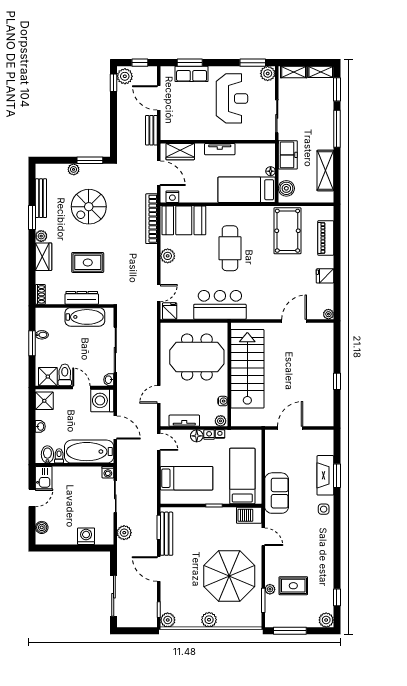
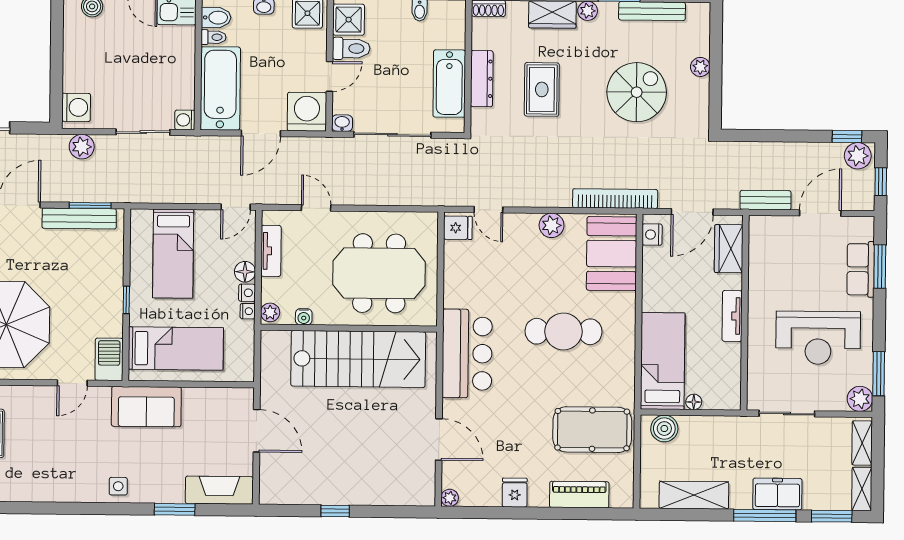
freezer: (288, 155) -> (777, 494), moved, turned 180
window: (90, 160) -> (715, 95), removed
spiral stairs: (89, 207) -> (637, 92), turned 90
bar counter: (220, 305) -> (467, 354), moved
meeting table: (197, 357) -> (379, 273), turned 90
fireplace: (325, 475) -> (219, 490), moved
washing machine: (86, 536) -> (76, 107), moved

